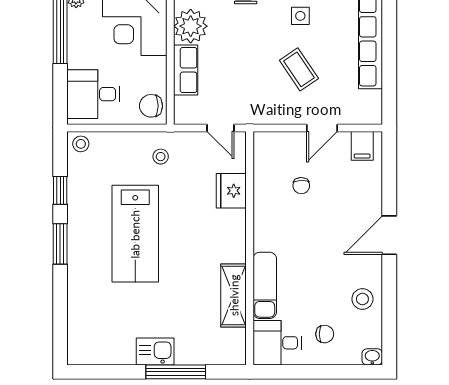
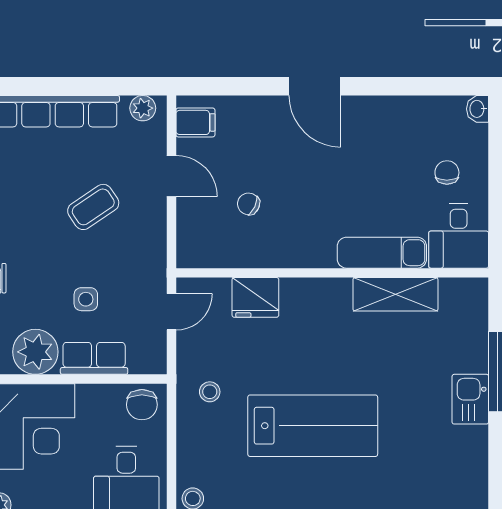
side table: (300, 16) -> (86, 299), moved
plant: (373, 106) -> (143, 108), added
chair: (301, 186) -> (249, 204), turned -153
stool: (362, 299) -> (400, 122), removed

